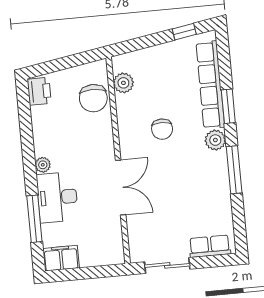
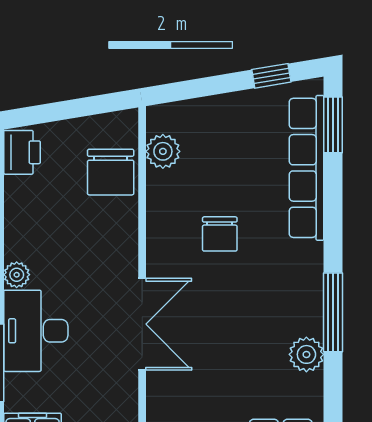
window: (228, 106) -> (333, 125), moved
plant: (215, 140) -> (306, 354), moved

